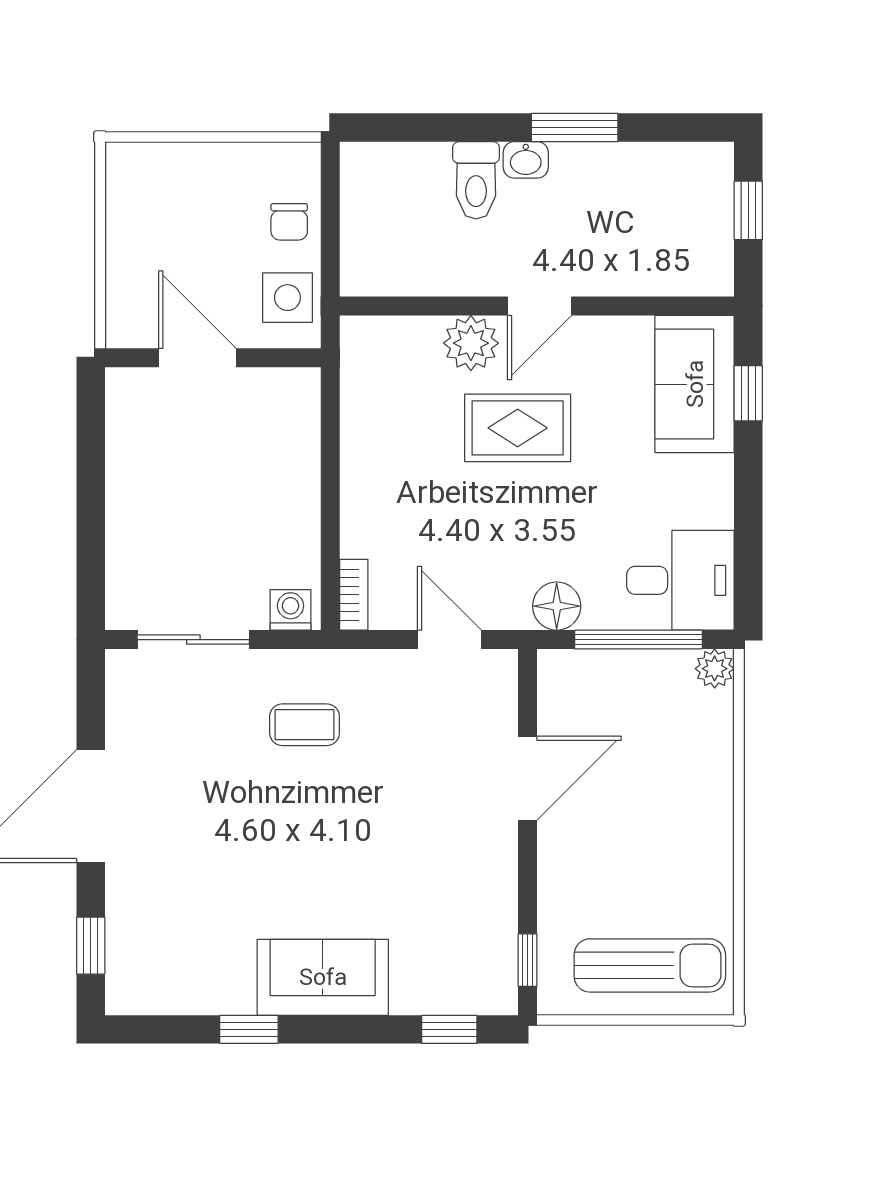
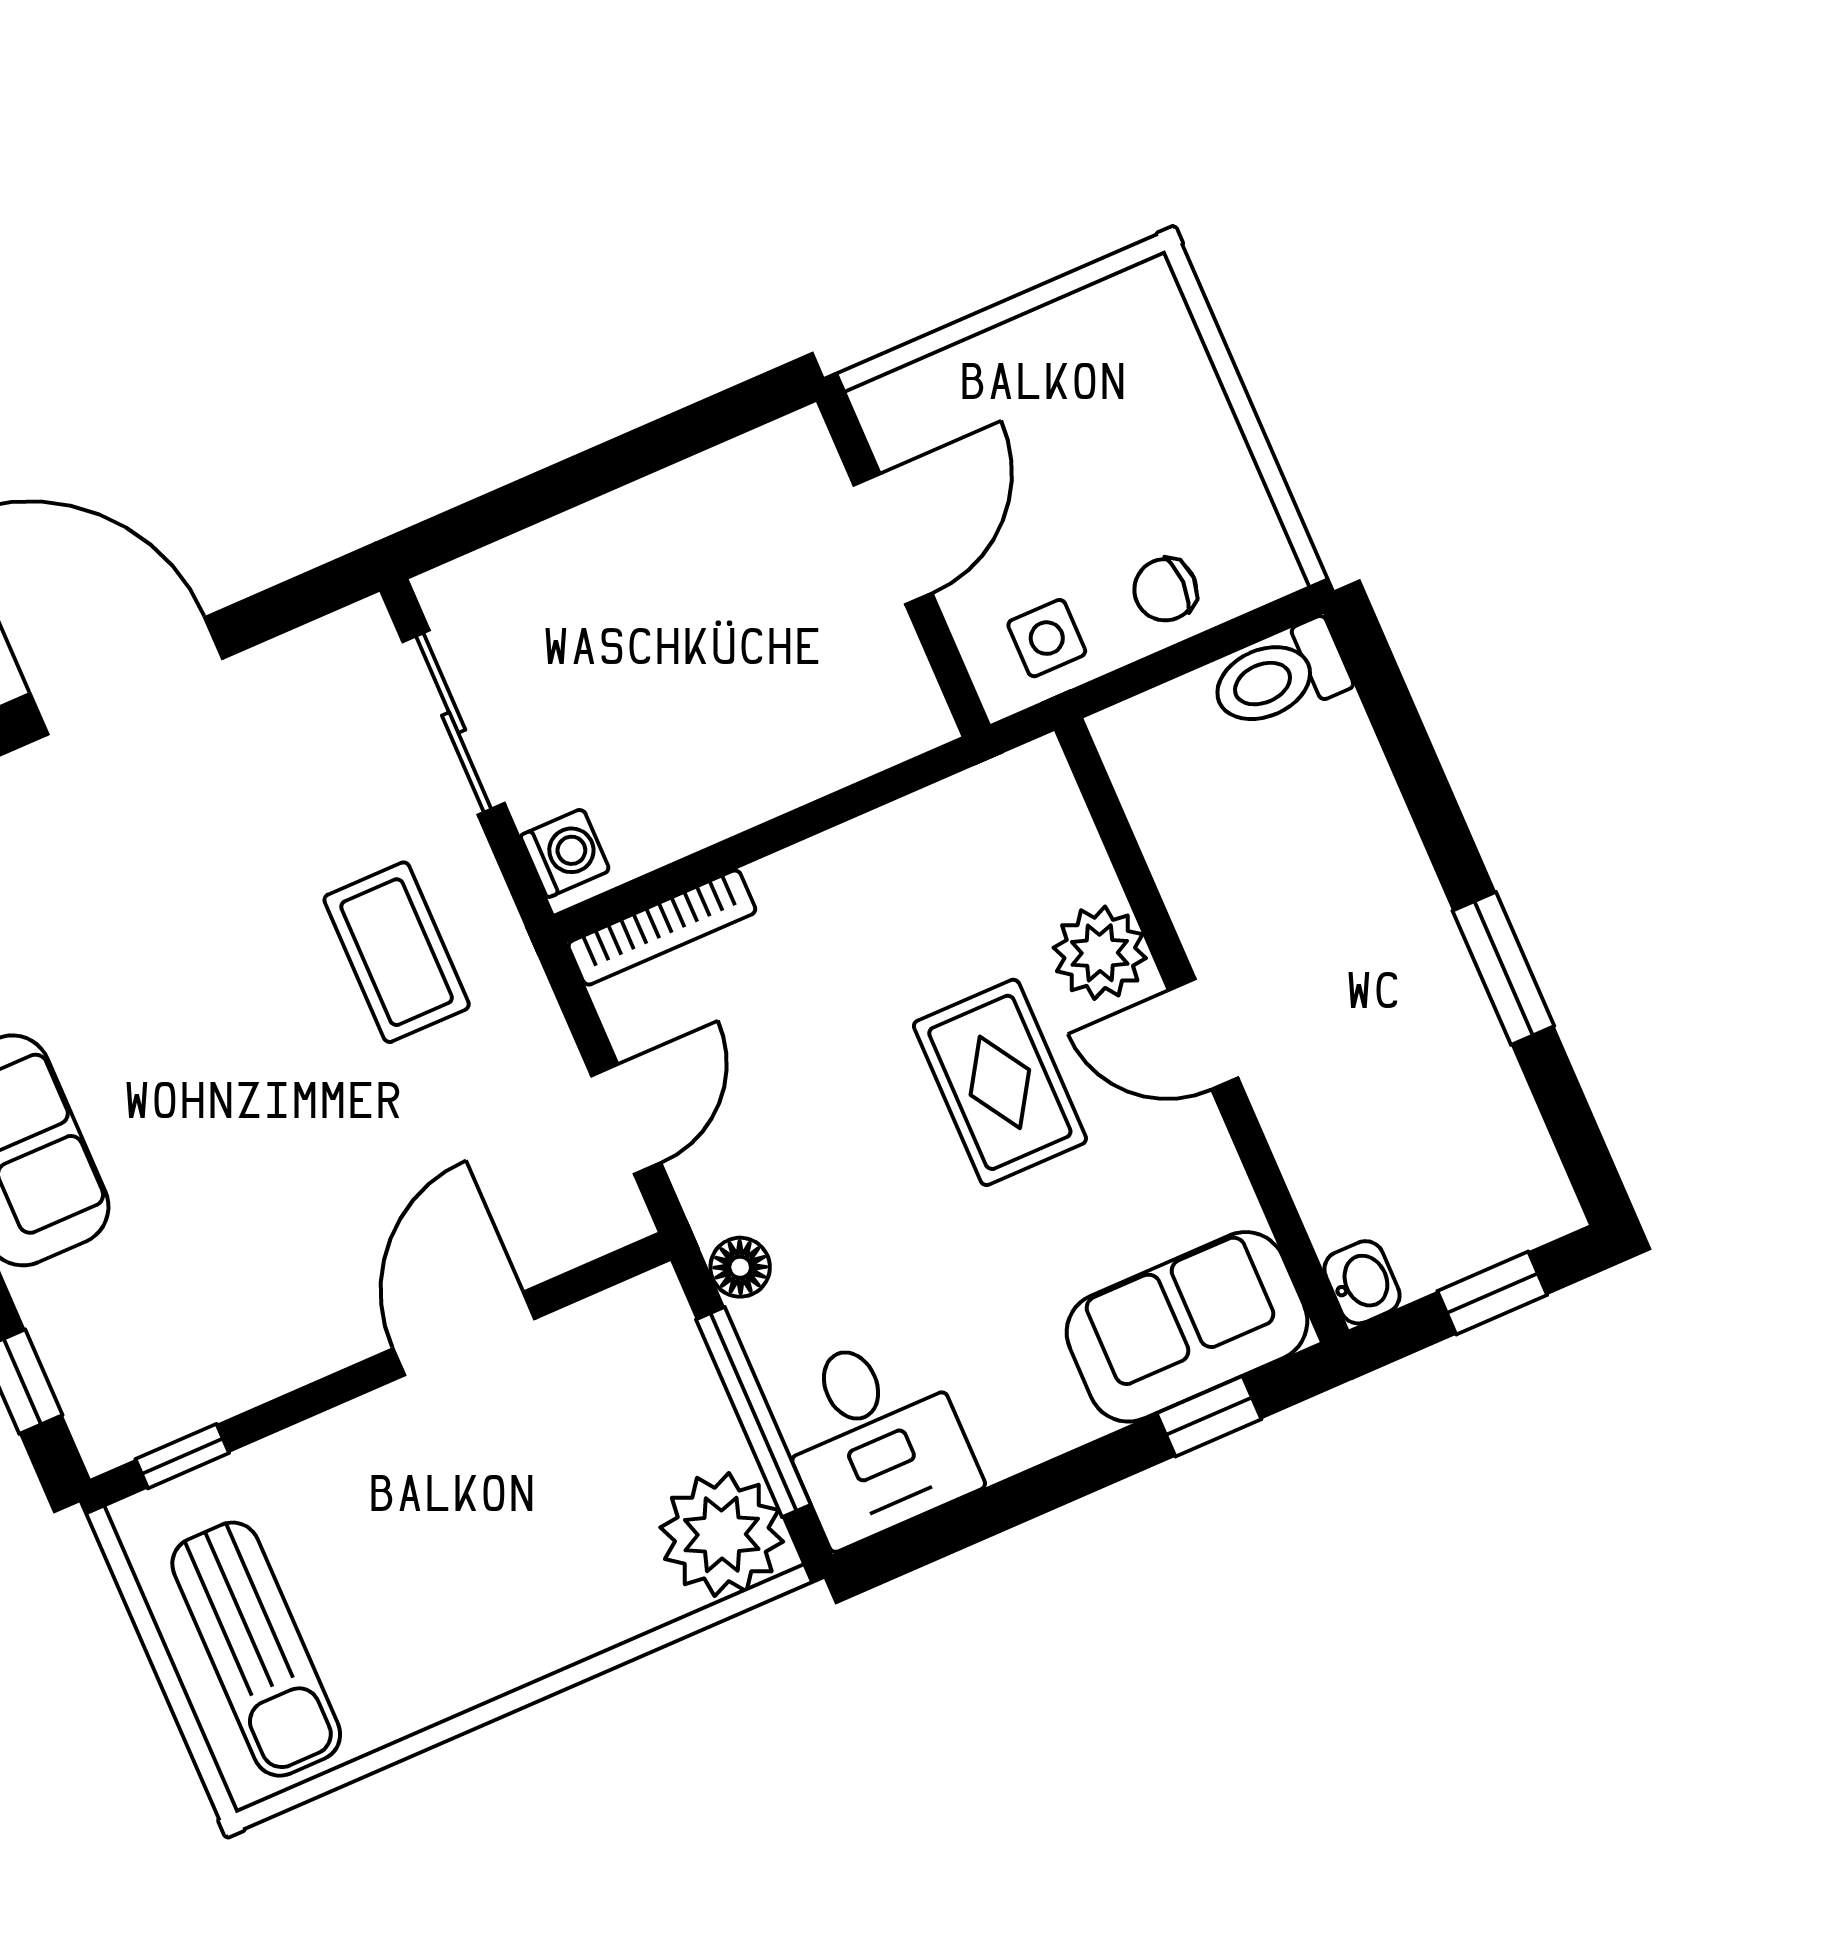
washbasin: (526, 160) -> (1362, 1282), moved, turned 180
toilet: (476, 180) -> (1279, 676), moved
side table: (287, 298) -> (1047, 638), width x0.73, depth x0.73
bookcase: (354, 595) -> (662, 928), width x1.56
floor lamp: (557, 606) -> (740, 1267), width x0.73, depth x0.73
plant: (715, 669) -> (722, 1535), width x1.88, depth x1.88
coffee table: (305, 725) -> (397, 952), width x1.36, depth x1.30
door: (528, 778) -> (464, 1334), swing flipped

